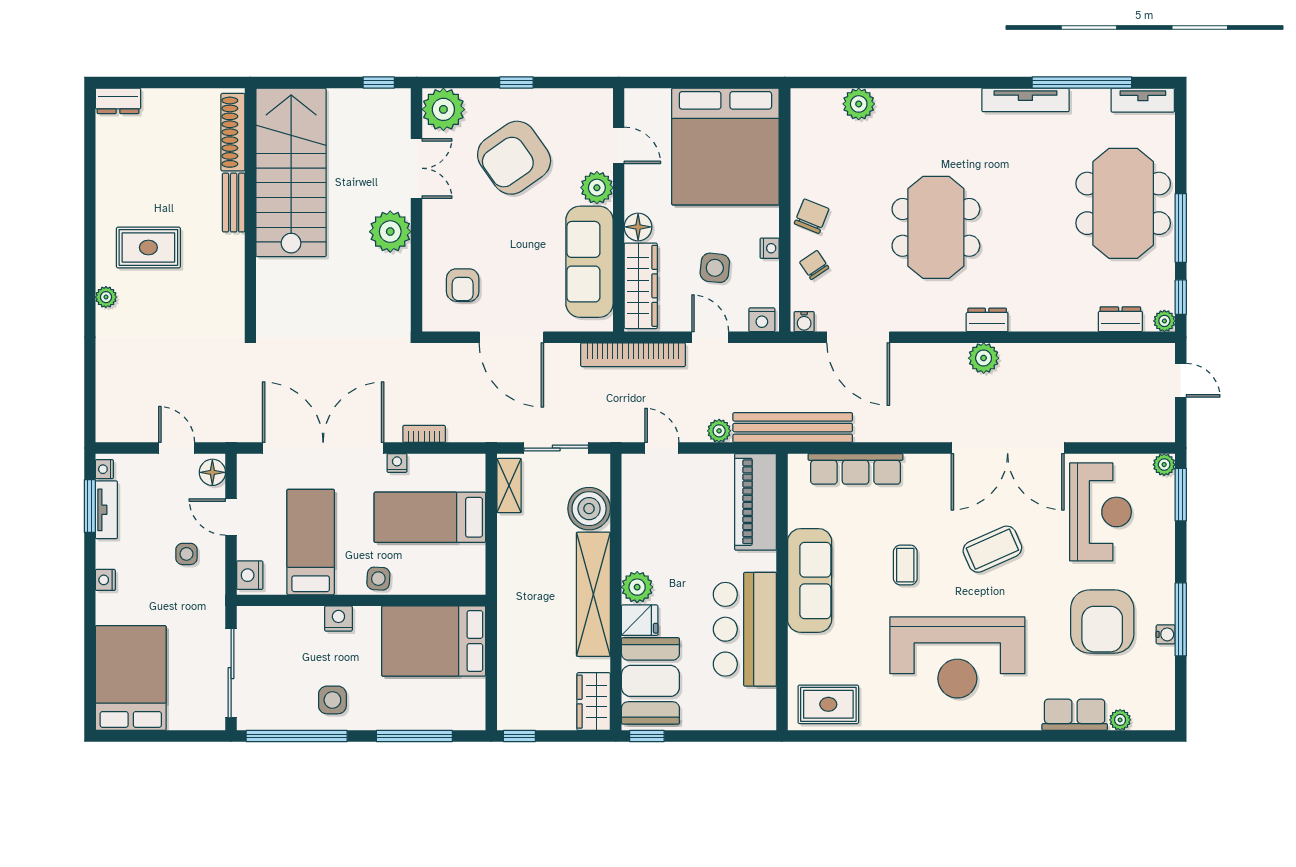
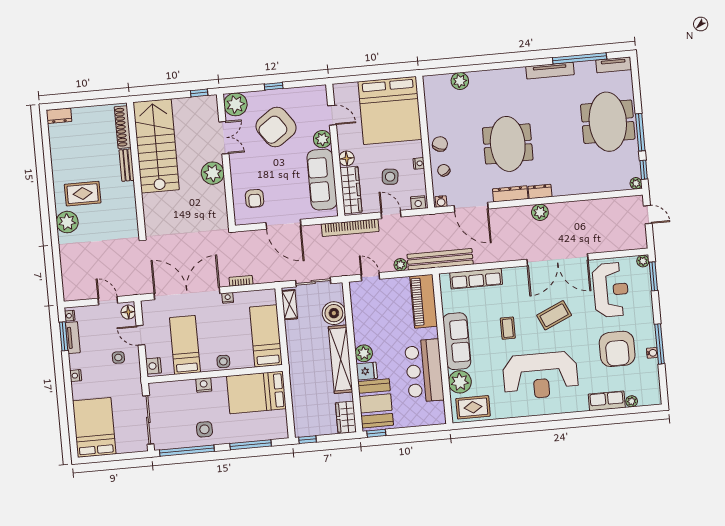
plant: (106, 297) -> (67, 222), width x1.88, depth x1.88
dresser: (1120, 319) -> (510, 194), moved, width x1.44
bed: (430, 517) -> (266, 336), moved, turned 90
plant: (808, 655) -> (460, 382), added

